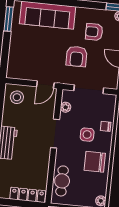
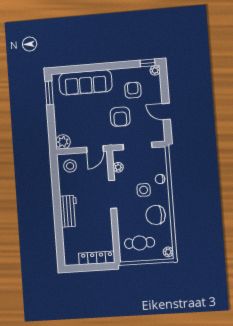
armchair: (94, 32) -> (133, 90), turned 90
plant: (14, 71) -> (63, 142), added
cafe table: (62, 181) -> (140, 243), moved, turned 90

